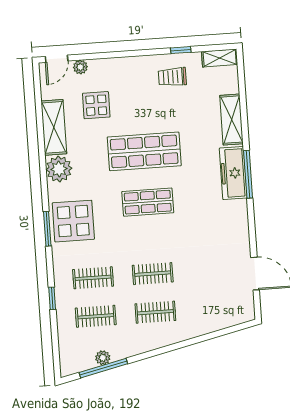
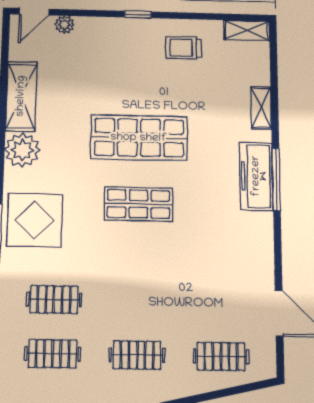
window: (181, 50) -> (138, 15), moved
display table: (96, 105) -> (81, 73), removed
shelving: (232, 120) -> (261, 108), width x0.67, depth x0.75
clothes rail: (153, 274) -> (221, 356), moved

